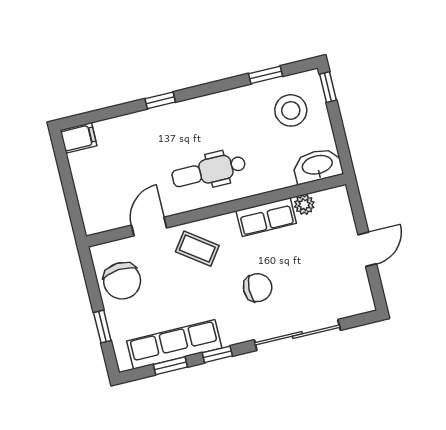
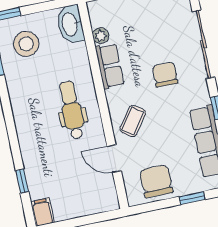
window: (160, 100) -> (22, 181), moved
dental chair: (209, 171) -> (72, 110), turned 180
chair: (122, 281) -> (156, 181), turned -86

